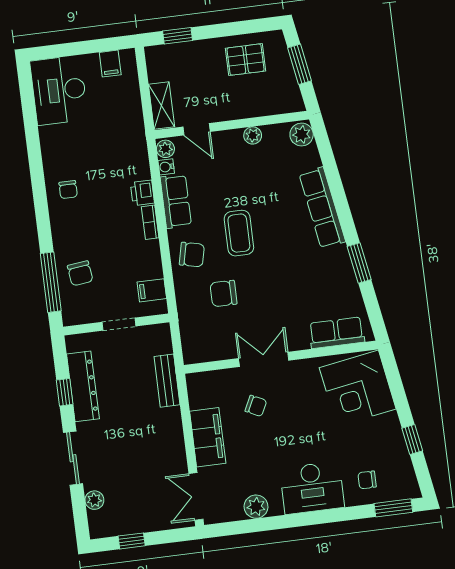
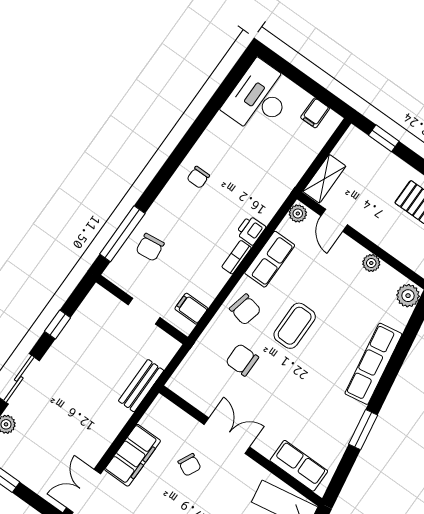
water cooler: (166, 167) -> (286, 227), removed
dresser: (83, 386) -> (75, 333), removed

